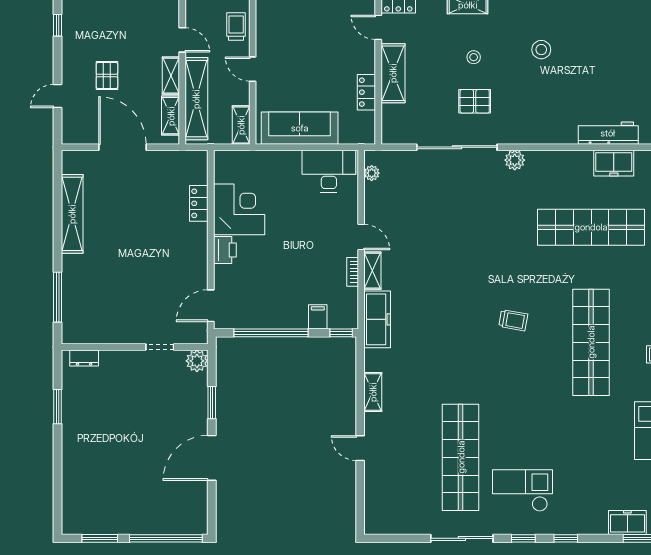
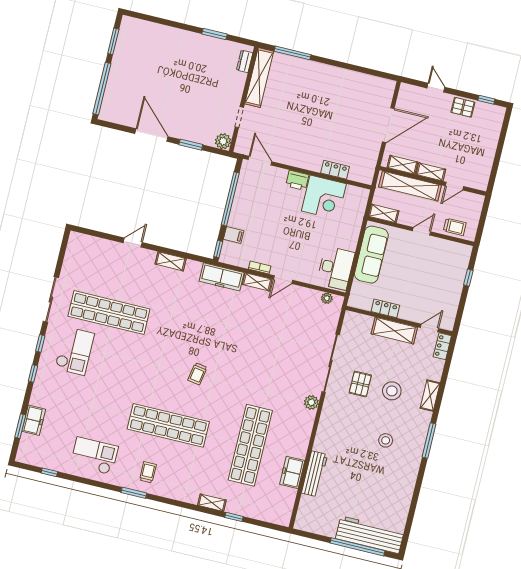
stool: (474, 57) -> (392, 391), width x1.89, depth x1.89
pallet: (107, 75) -> (463, 107), moved
shelving: (72, 214) -> (259, 78), moved, turned 90

